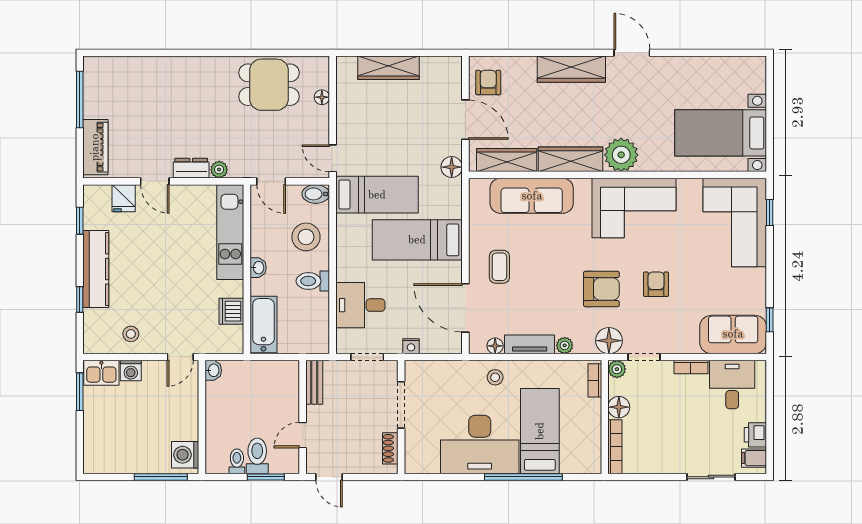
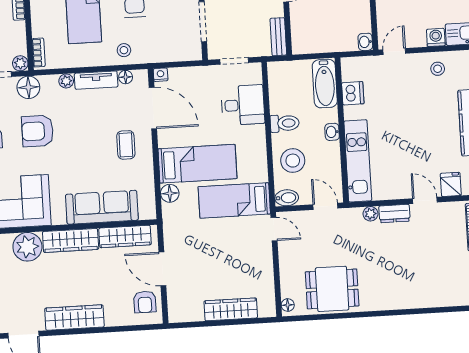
floor lamp: (322, 97) -> (288, 305), moved
floor lamp: (452, 167) -> (170, 193), moved
nightstand: (411, 346) -> (161, 75), moved
floor lamp: (619, 407) -> (17, 31), removed

